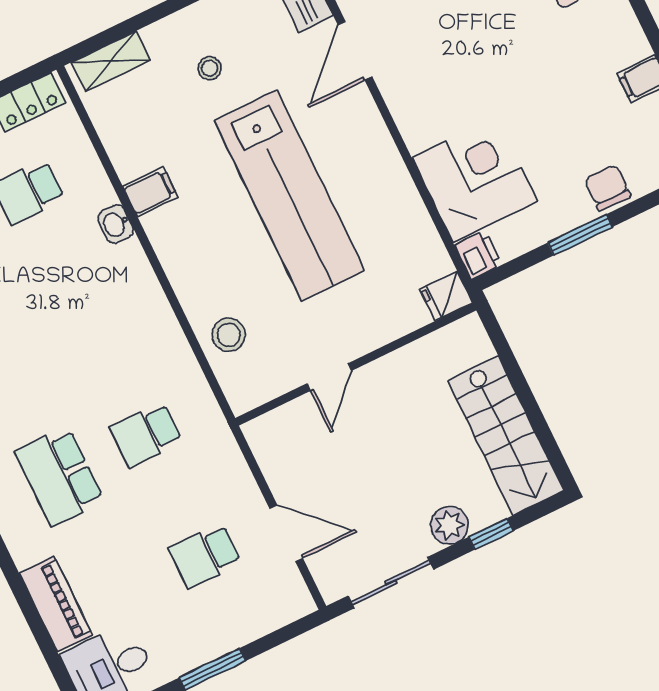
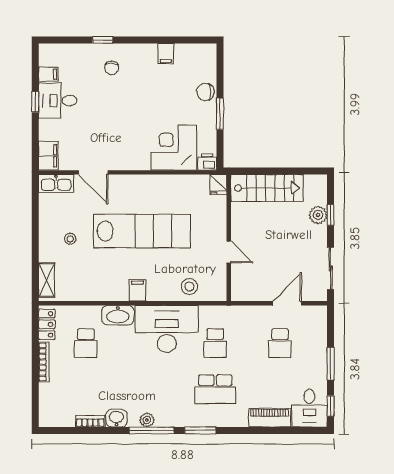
filing cabinet: (150, 192) -> (137, 290), moved
washbasin: (116, 224) -> (118, 315), width x1.91, depth x1.45
desk: (129, 331) -> (167, 329), added
stairs: (506, 436) -> (267, 188), moved
plant: (449, 525) -> (318, 215), moved

